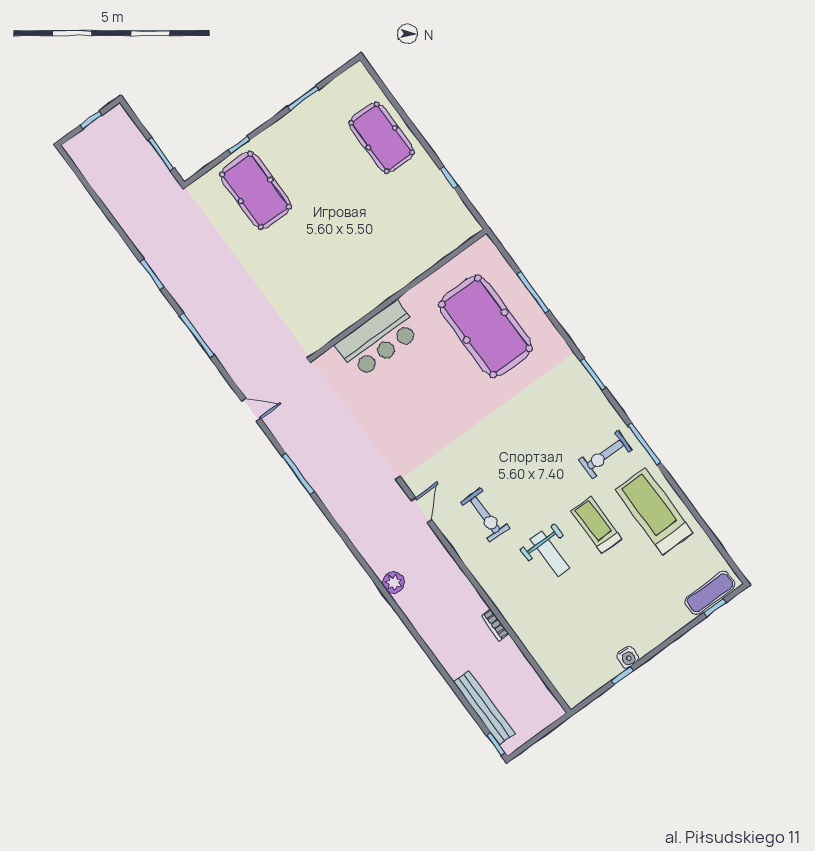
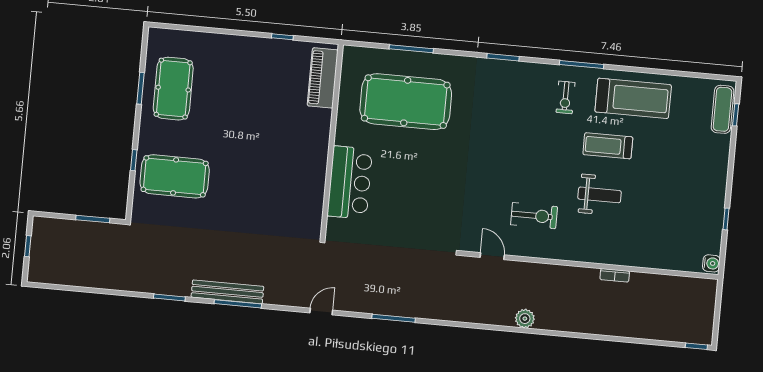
pool table: (382, 138) -> (173, 89), moved, turned 90
piano: (445, 241) -> (323, 78), added
exercise bike: (605, 455) -> (565, 97), width x0.73, depth x0.72
treadmill: (654, 511) -> (633, 98), turned 180
water cooler: (628, 657) -> (711, 263), moved
bench: (484, 708) -> (227, 292), moved

